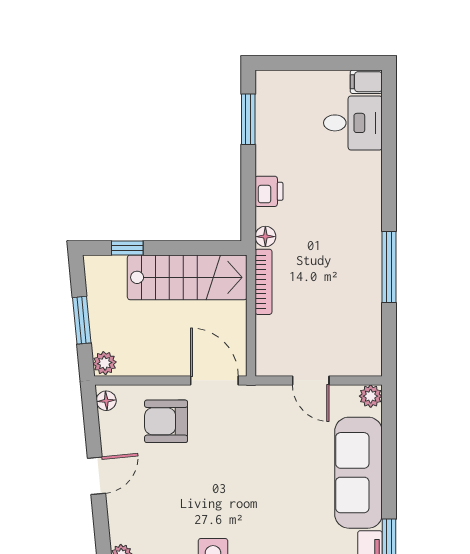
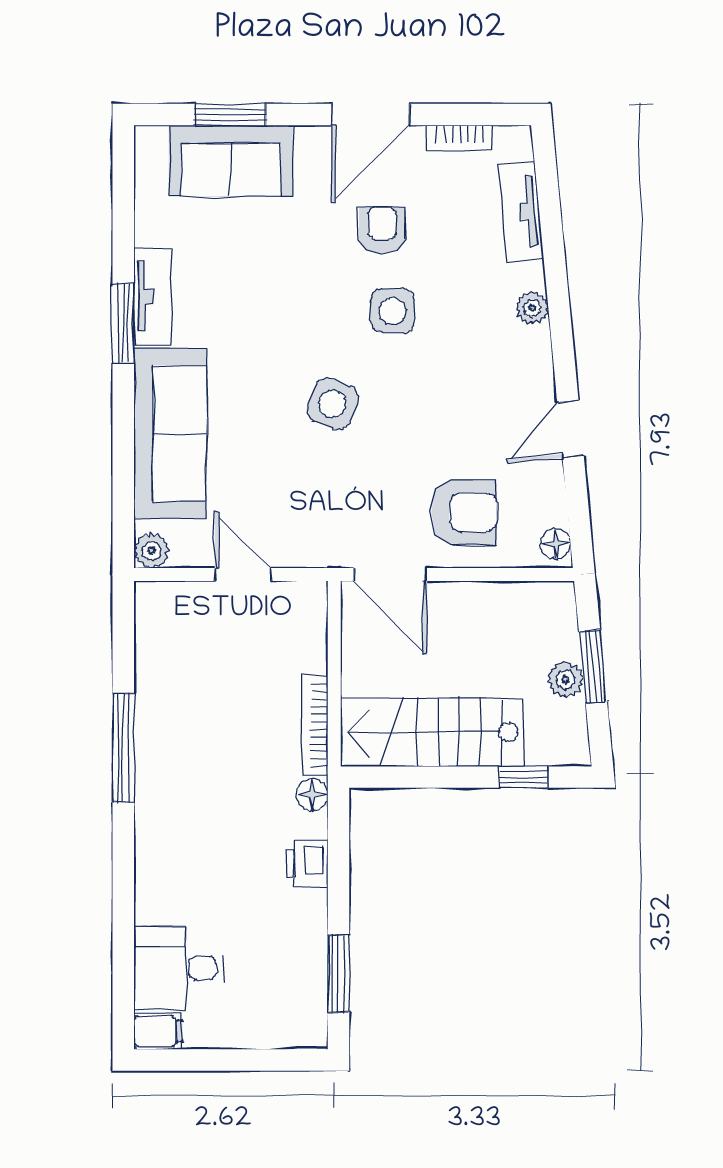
plant: (105, 363) -> (565, 679), moved
side table: (252, 492) -> (332, 404), added

